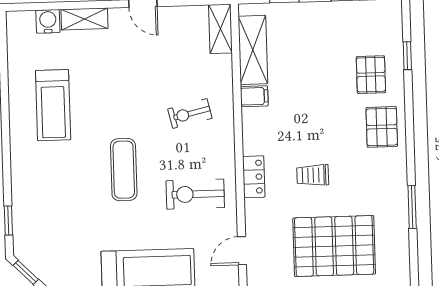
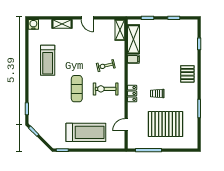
water cooler: (48, 21) -> (33, 24), moved
pallet: (371, 75) -> (183, 51), removed
exercise bike: (195, 194) -> (106, 89), moved

